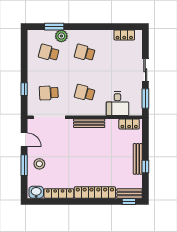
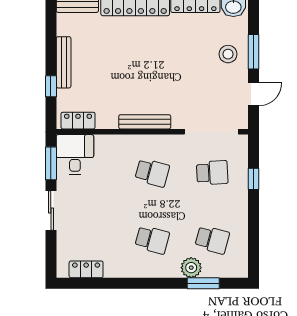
desk: (117, 104) -> (75, 155), moved
door: (24, 140) -> (254, 94), swing flipped
window: (145, 167) -> (51, 86), moved

